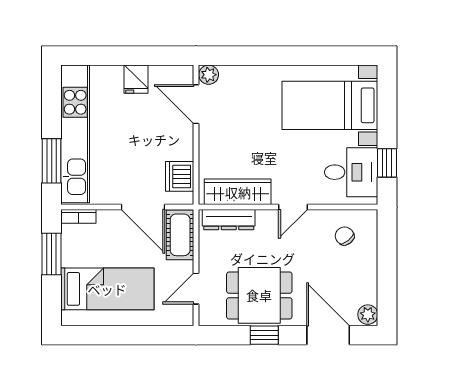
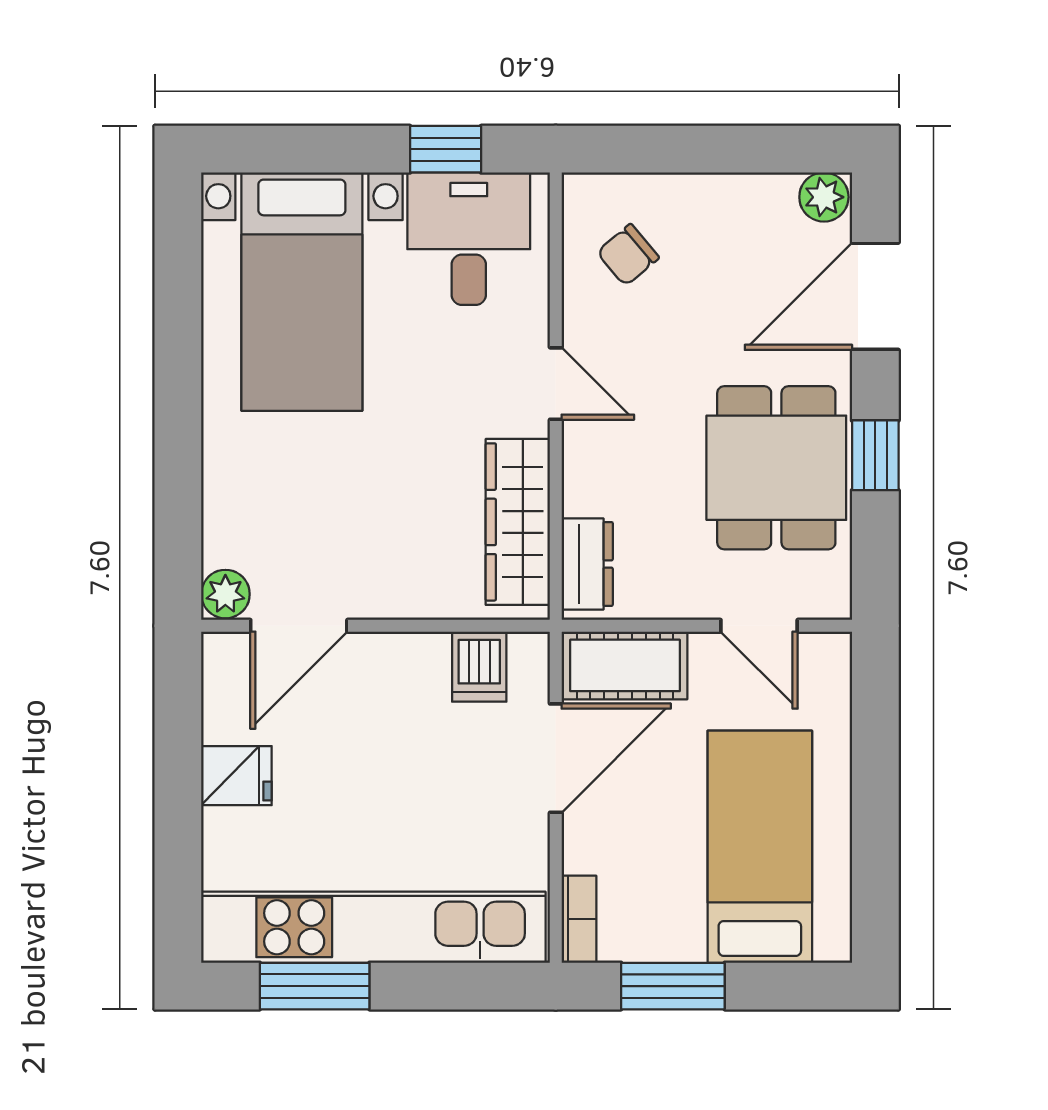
window: (52, 161) -> (315, 986), moved
dishwasher: (180, 176) -> (479, 667), width x0.73
dresser: (229, 220) -> (587, 564), width x0.70

